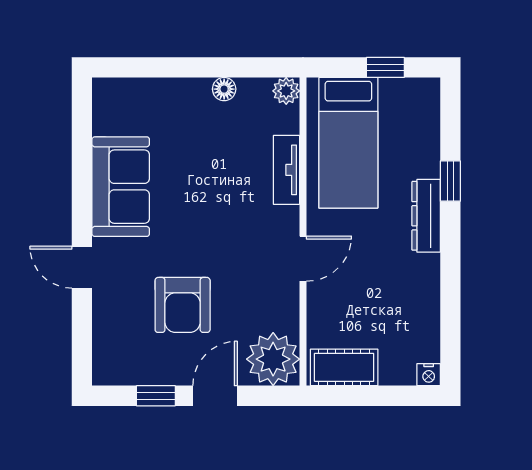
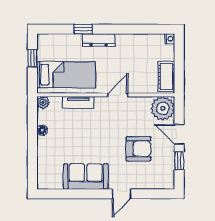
door: (303, 259) -> (118, 95), hinge flipped

